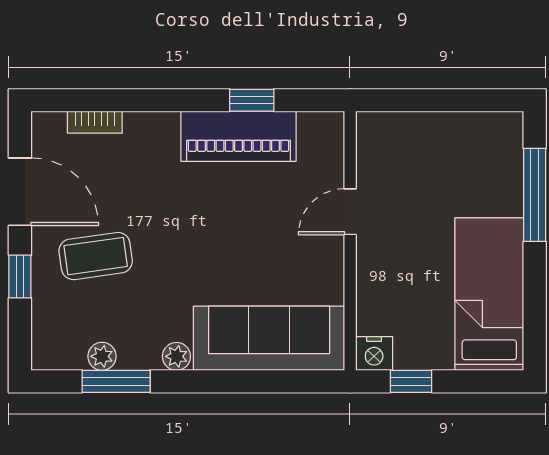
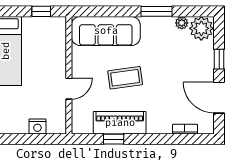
coffee table: (96, 256) -> (125, 78), moved
nightstand: (374, 353) -> (37, 127), moved, turned 180
plant: (176, 356) -> (201, 28), moved, width x1.88, depth x1.88
window: (116, 381) -> (156, 11), moved

